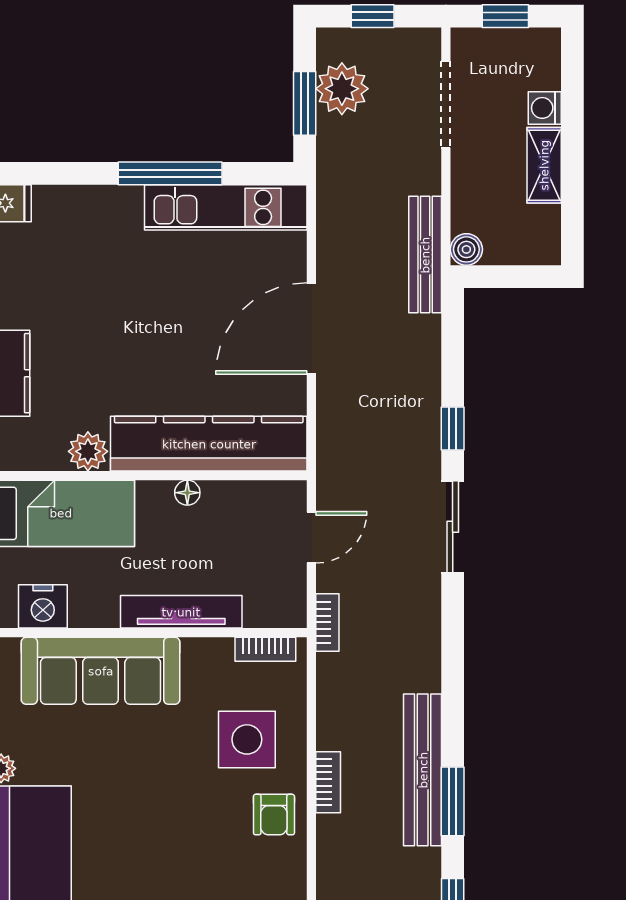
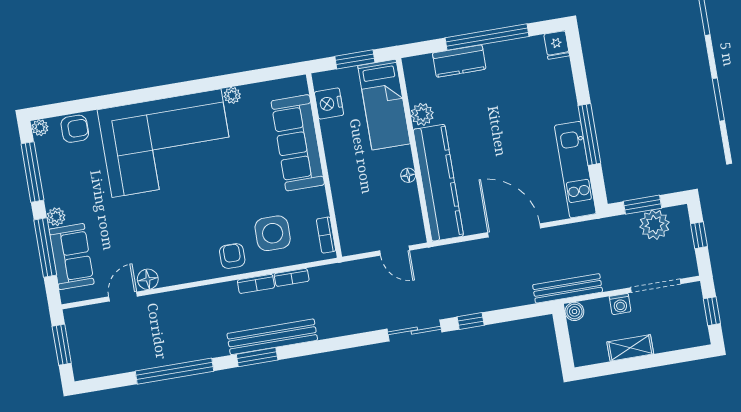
washing machine: (545, 108) -> (620, 304), moved, turned 180
tv unit: (181, 612) -> (339, 183), removed
bookcase: (327, 622) -> (292, 277), moved
armchair: (274, 815) -> (232, 256), turned 90

